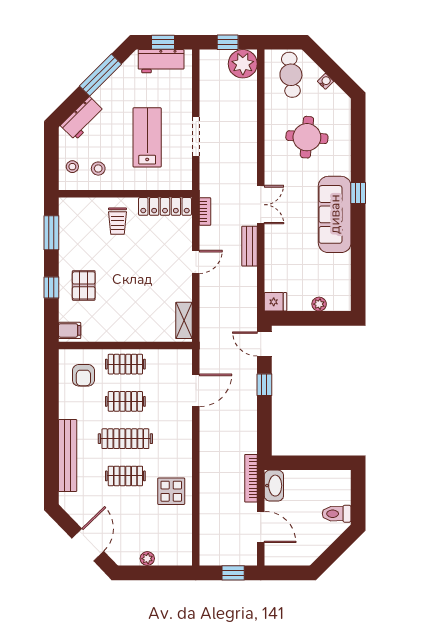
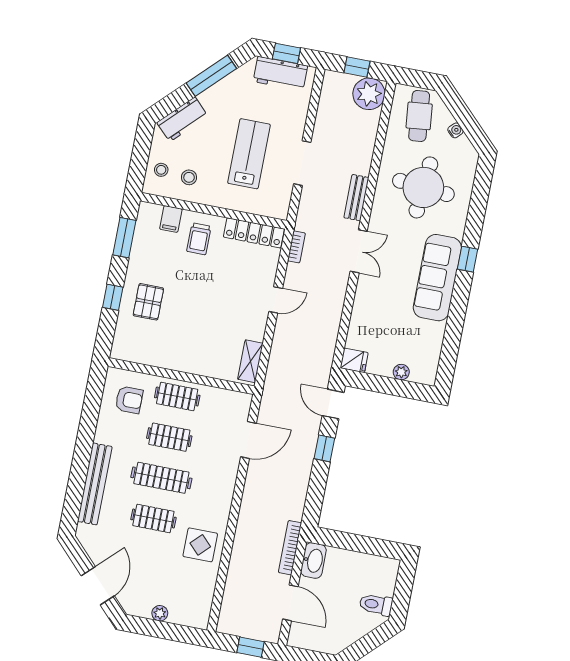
round table: (307, 137) -> (423, 187), width x1.36, depth x1.36
bench: (249, 246) -> (356, 198), moved
filing cabinet: (70, 330) -> (171, 219), moved, turned 90
armchair: (83, 375) -> (129, 400), turned -90

